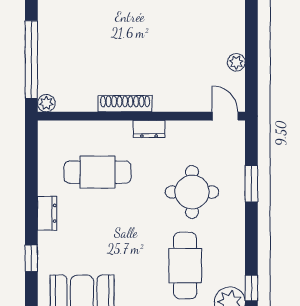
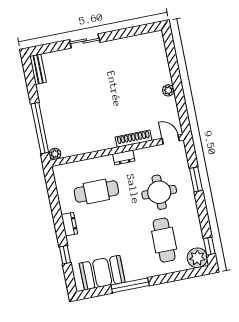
plant: (236, 62) -> (168, 90), moved
shoe rack: (125, 104) -> (133, 139), moved

